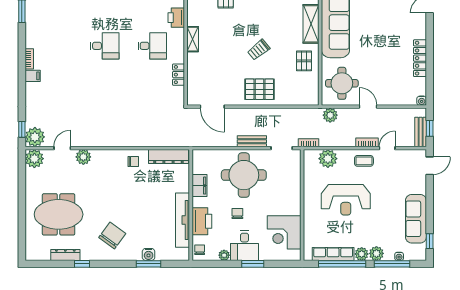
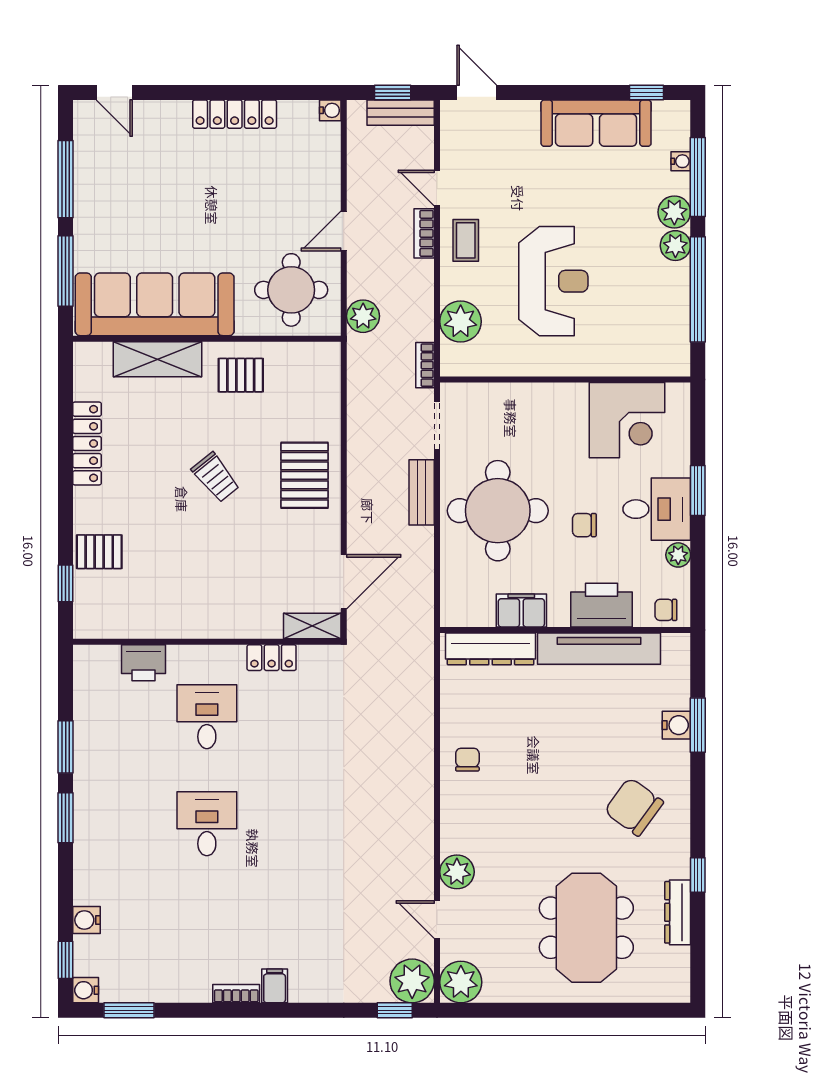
shelving: (193, 39) -> (312, 626), moved
dresser: (168, 156) -> (490, 649), moved, turned 90
row of seats: (333, 254) -> (675, 310), removed

